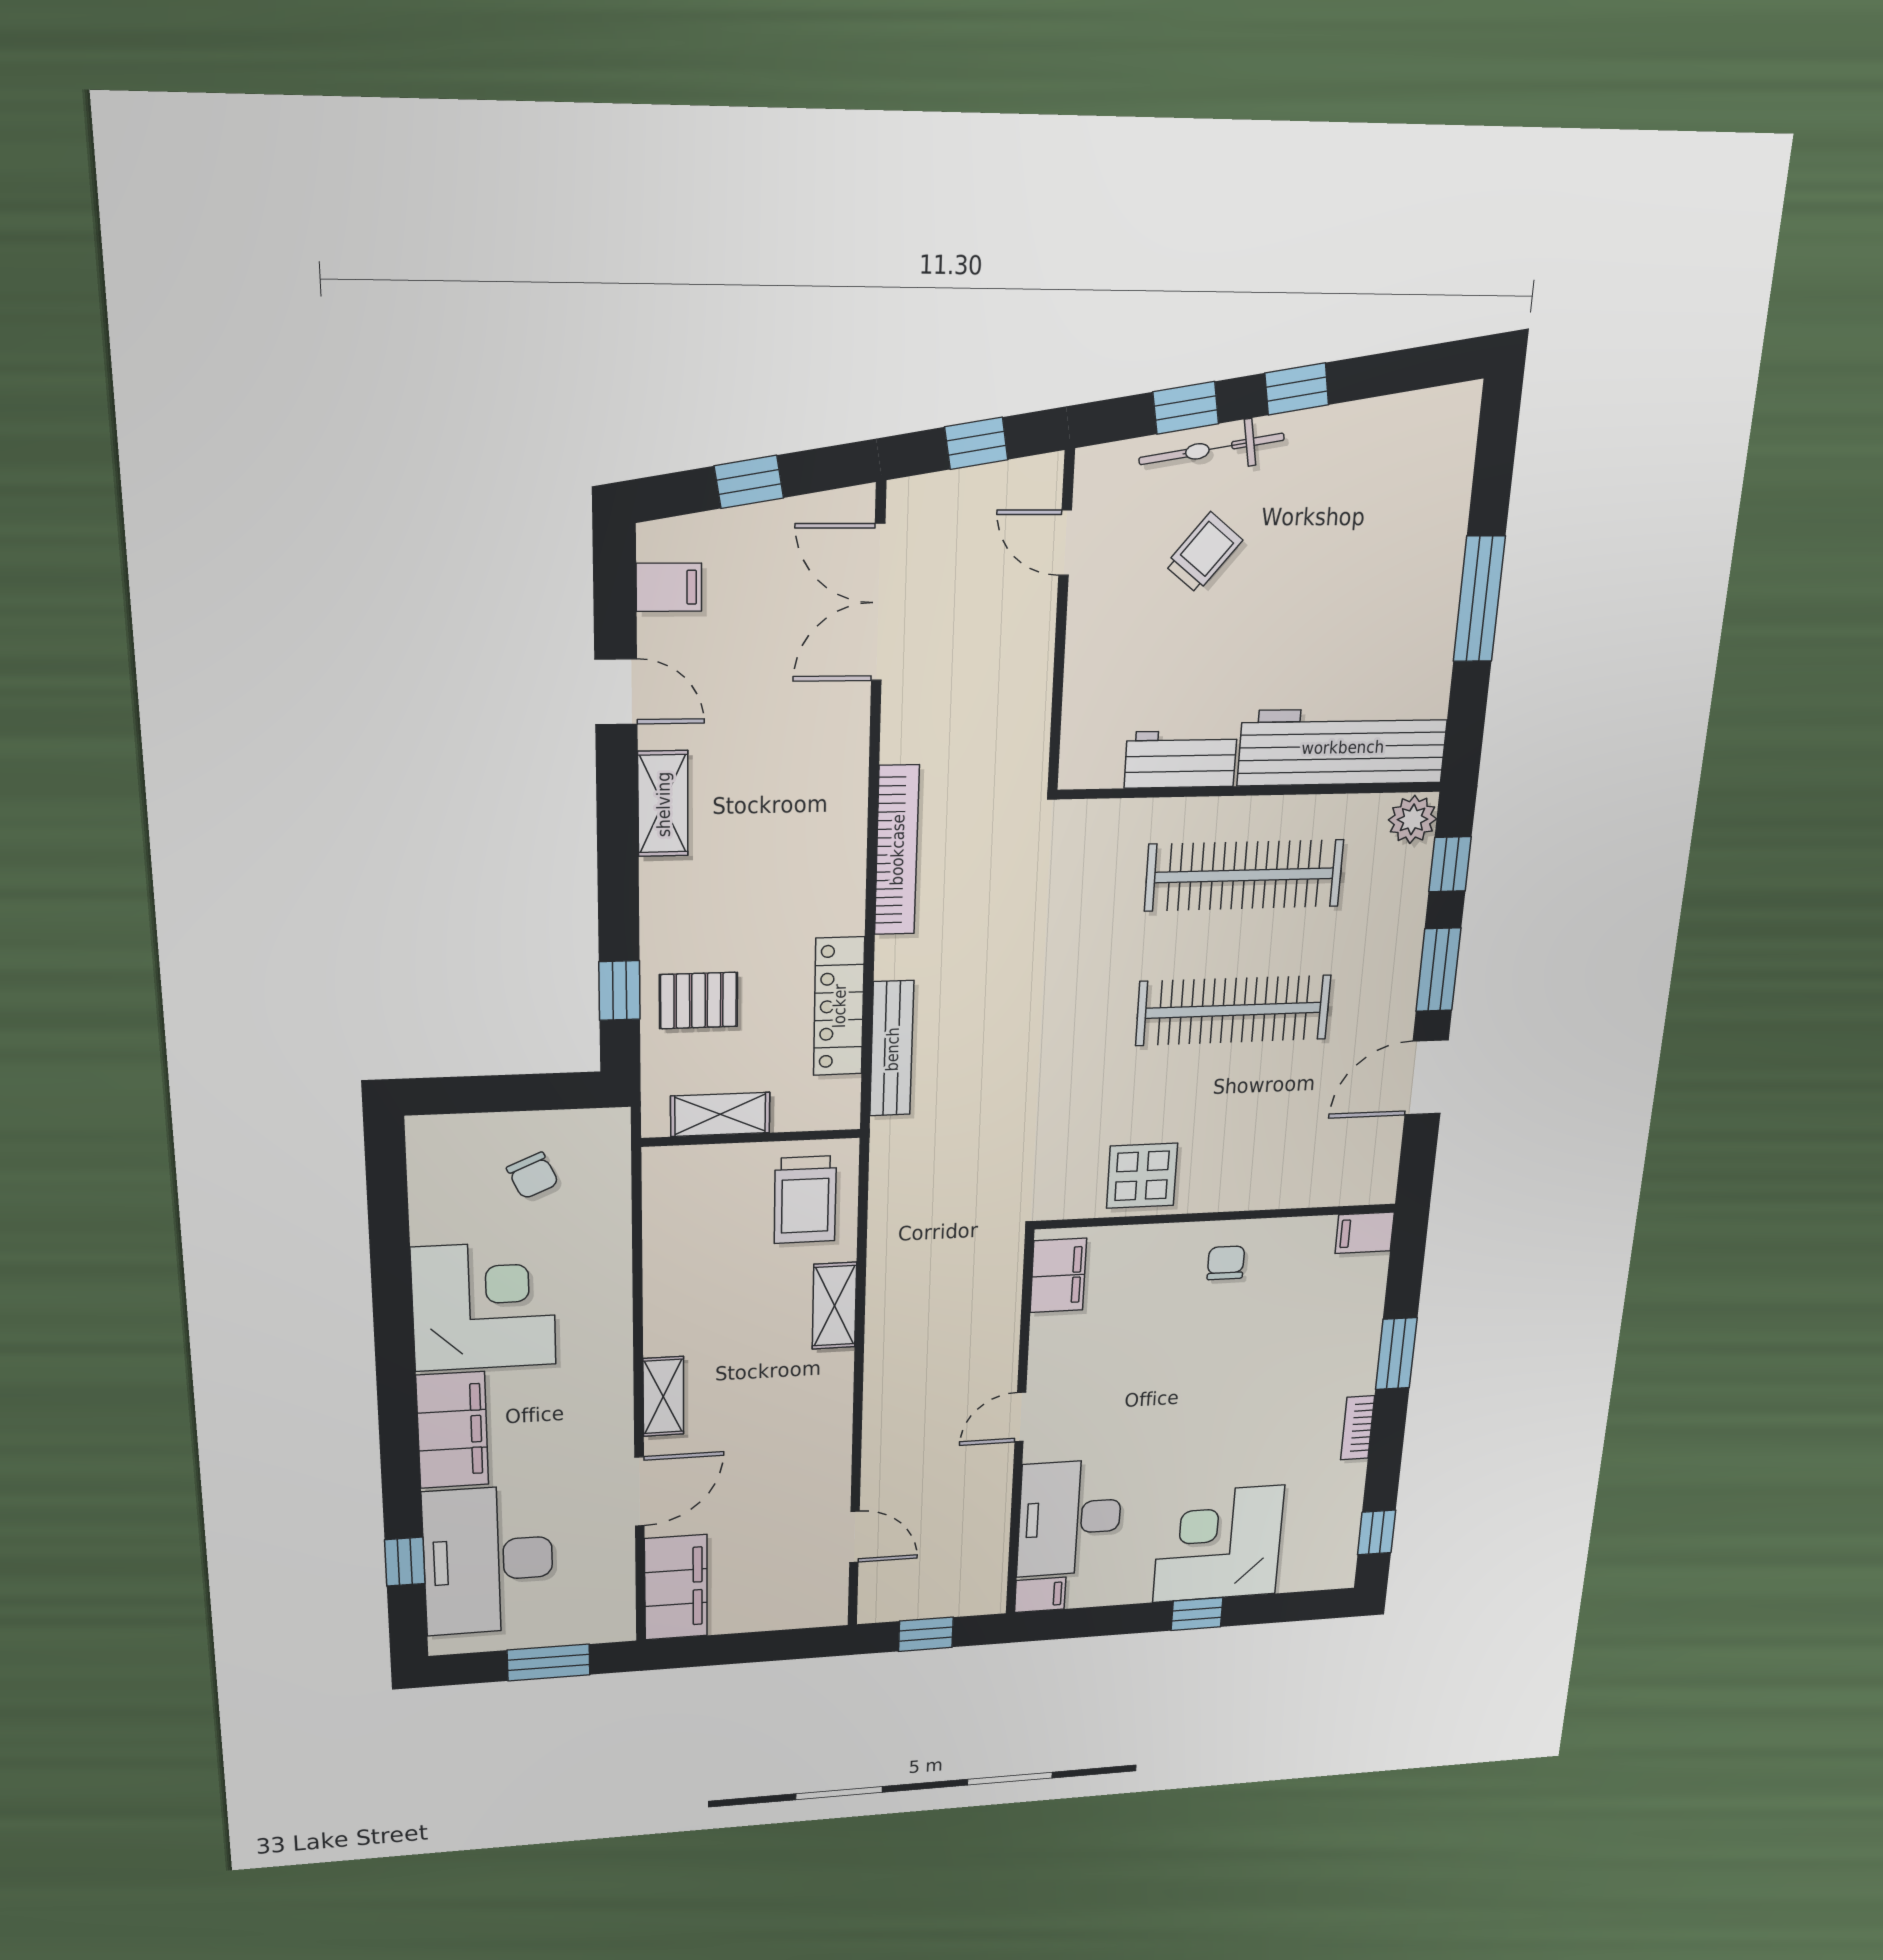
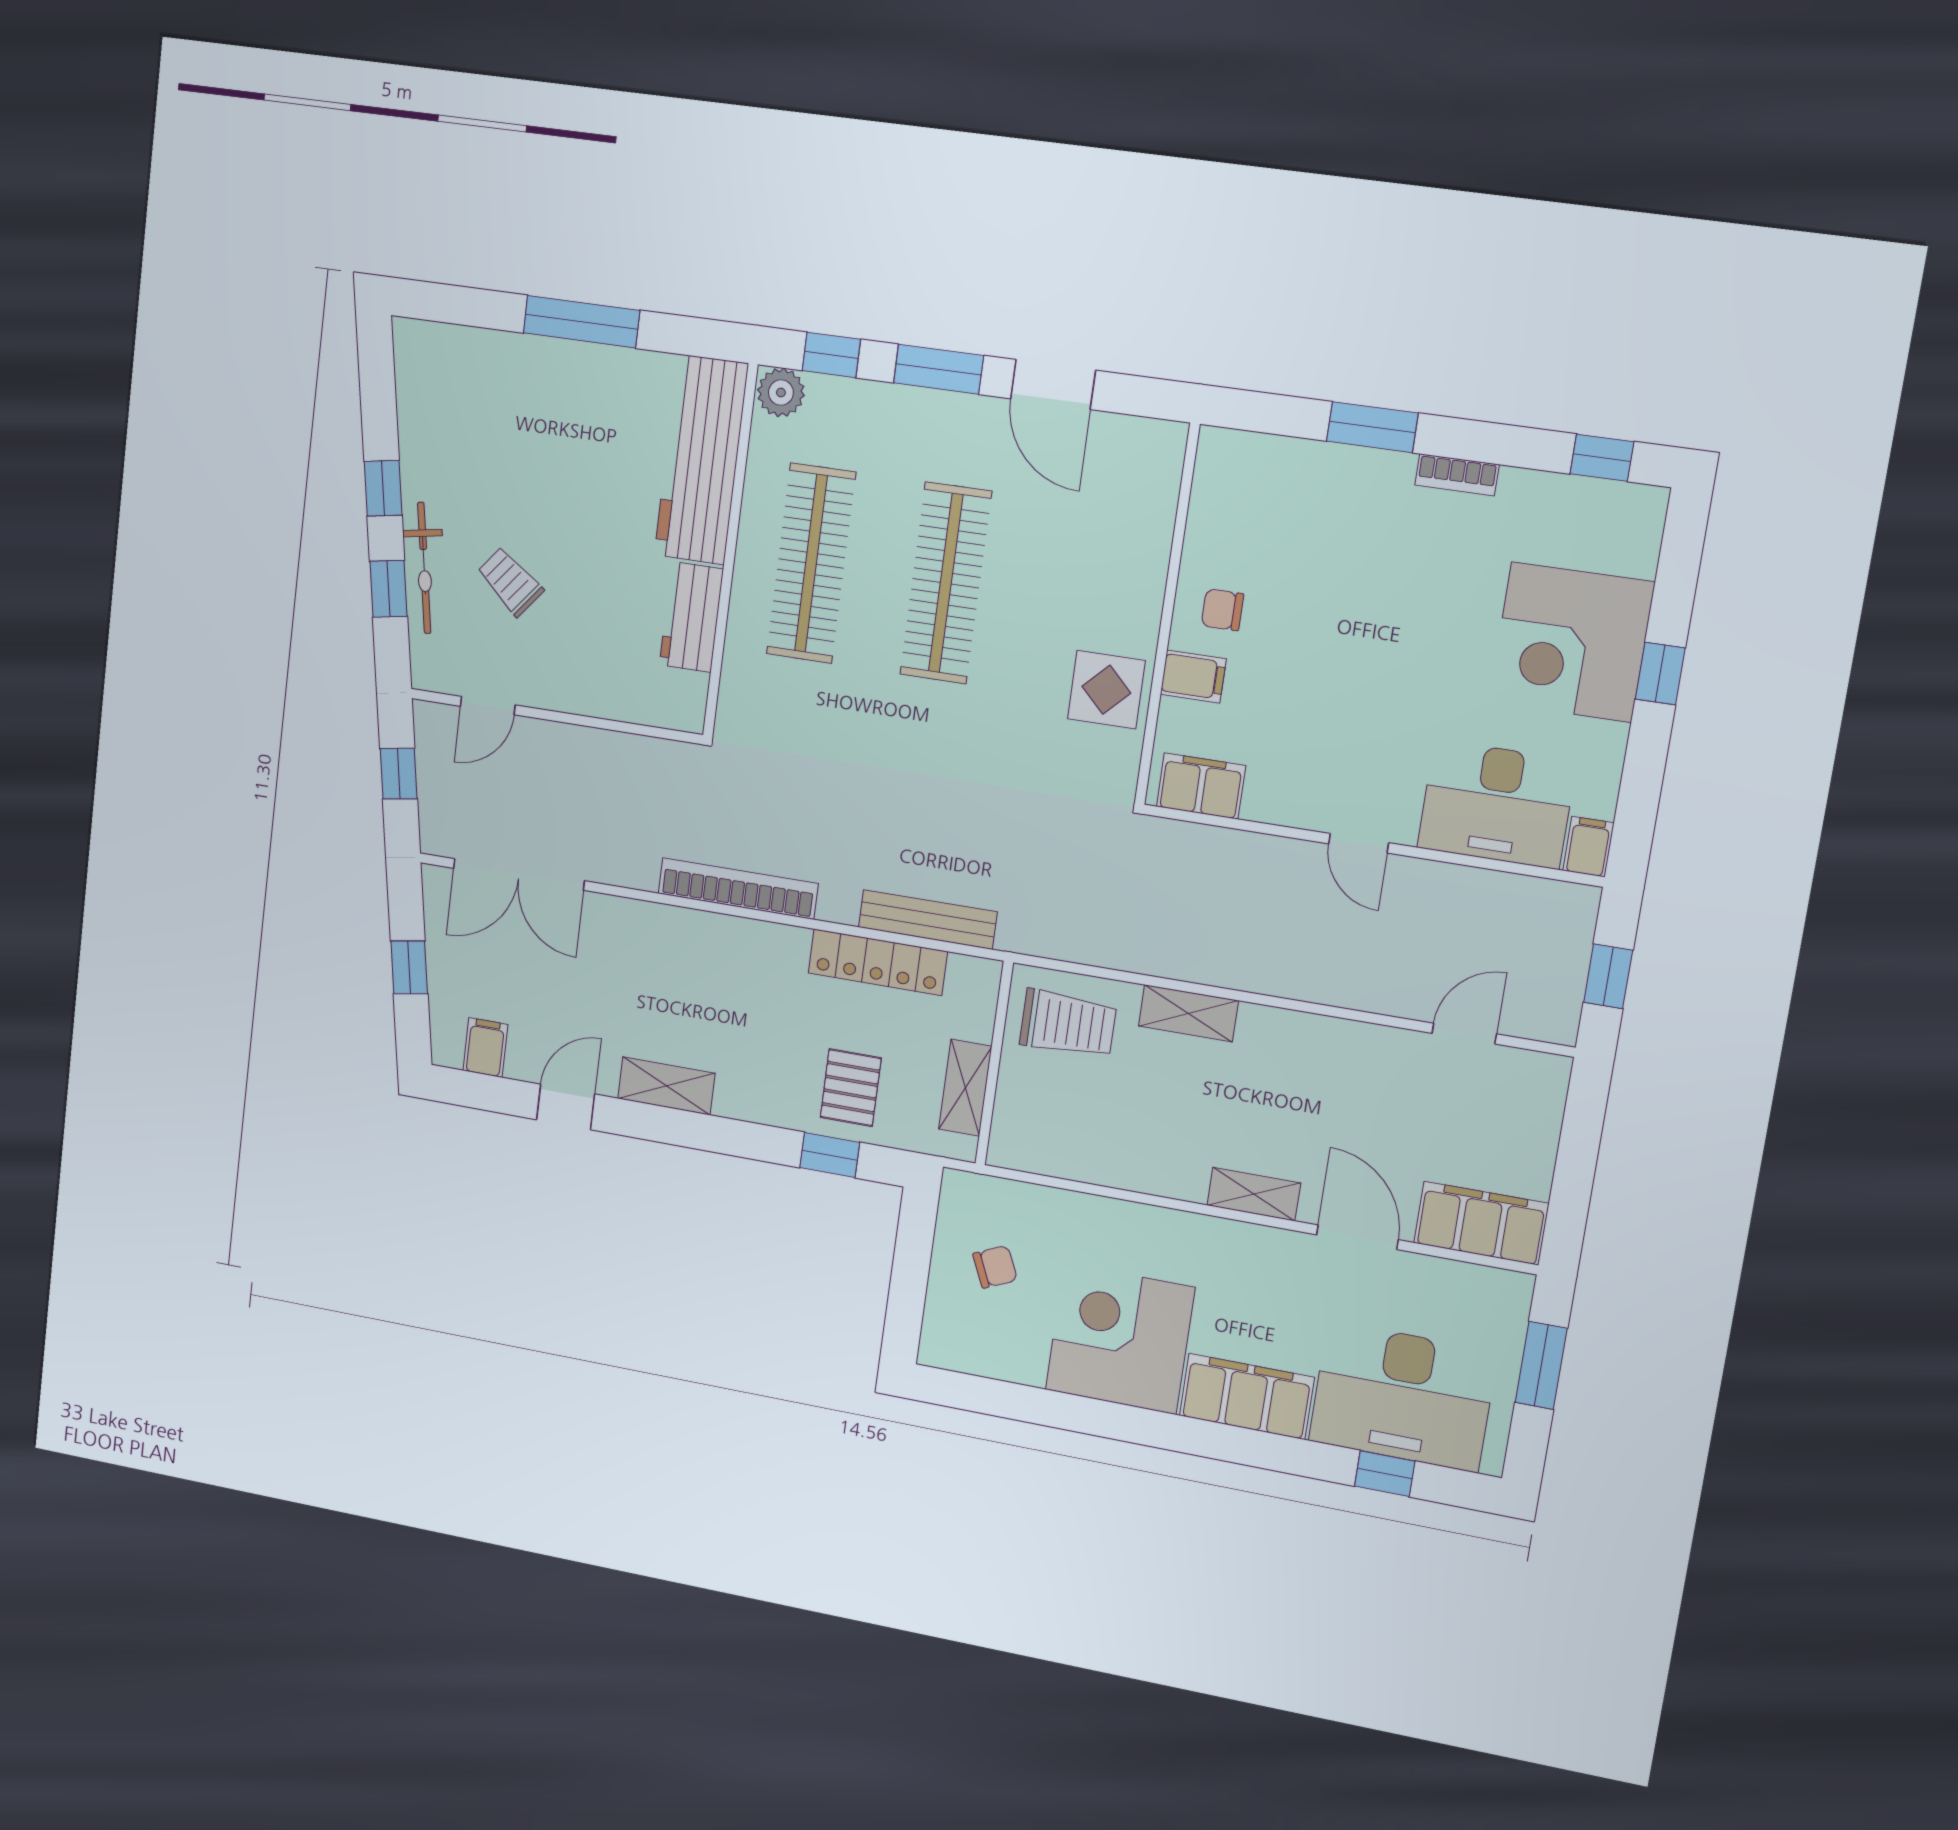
filing cabinet: (1365, 1233) -> (1193, 677), moved, turned -90

